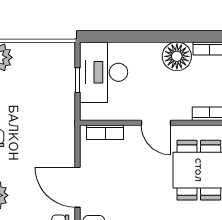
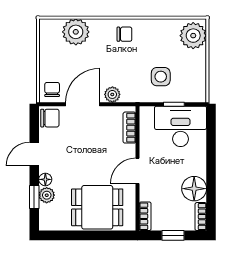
side table: (45, 96) -> (161, 77), added
plant: (66, 152) -> (112, 94), added

